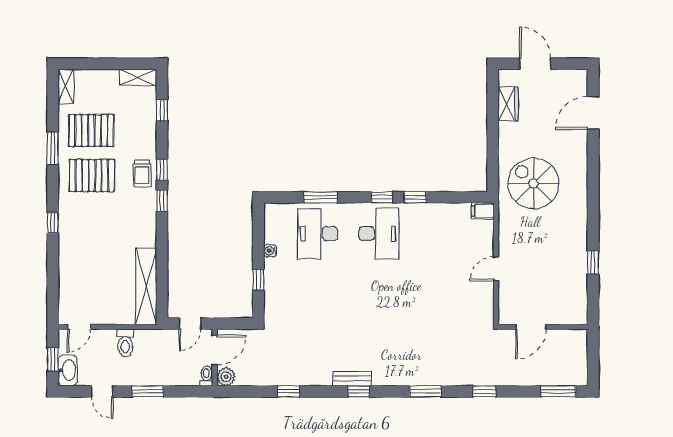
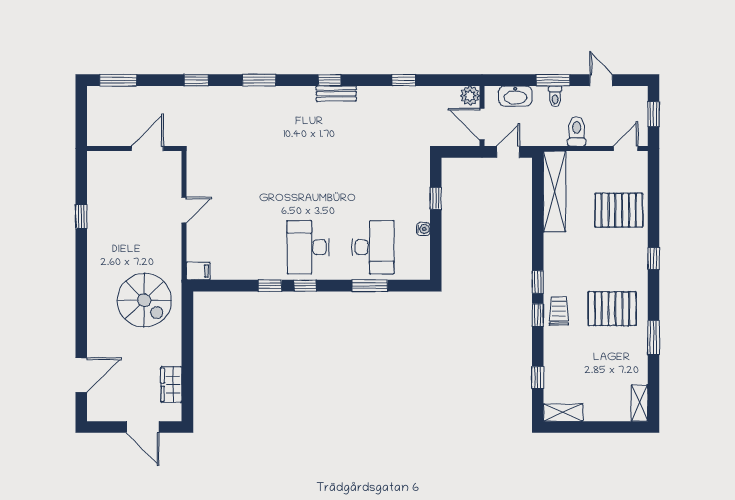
pallet: (91, 130) -> (619, 210), moved
door: (215, 350) -> (482, 124), hinge flipped
washbasin: (68, 370) -> (515, 96), moved, turned -90
toilet: (206, 376) -> (555, 96), moved

